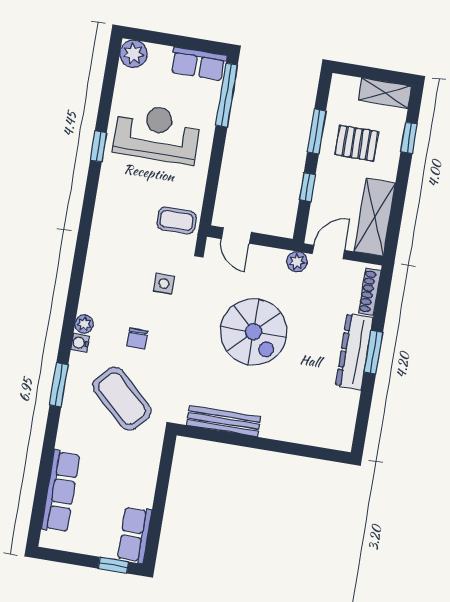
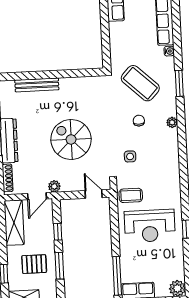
reception desk: (157, 133) -> (150, 226), moved
water cooler: (80, 343) -> (169, 51), moved
bench: (224, 421) -> (37, 85), moved

